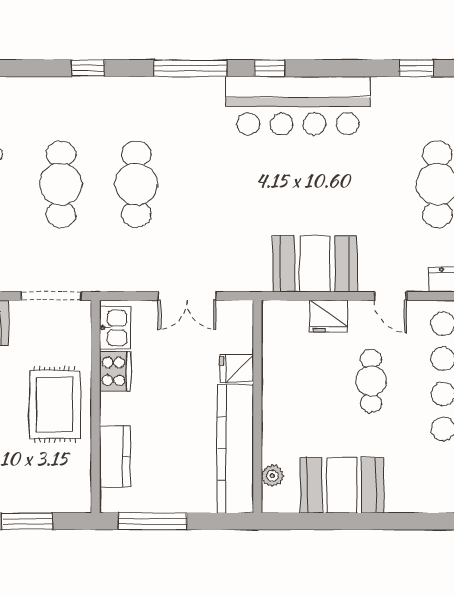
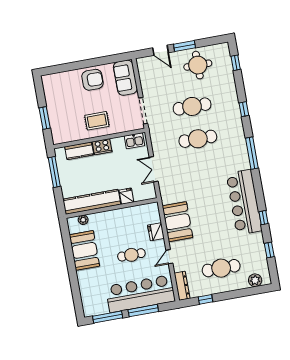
window: (270, 68) -> (263, 218), moved
cooker: (115, 371) -> (102, 147), moved
rug: (55, 404) -> (97, 121), width x0.73, depth x0.70

